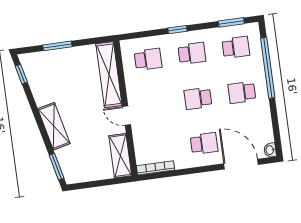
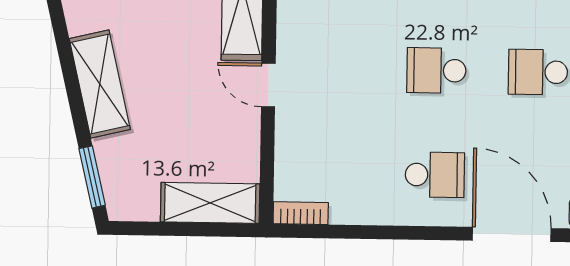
shelving: (120, 156) -> (210, 203), moved, turned 90
bookcase: (155, 168) -> (301, 213), width x0.64

